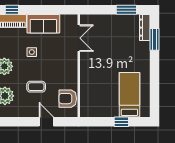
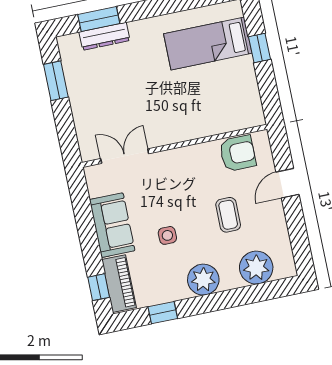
dresser: (145, 28) -> (105, 36), moved
armchair: (68, 99) -> (238, 153), turned -90

